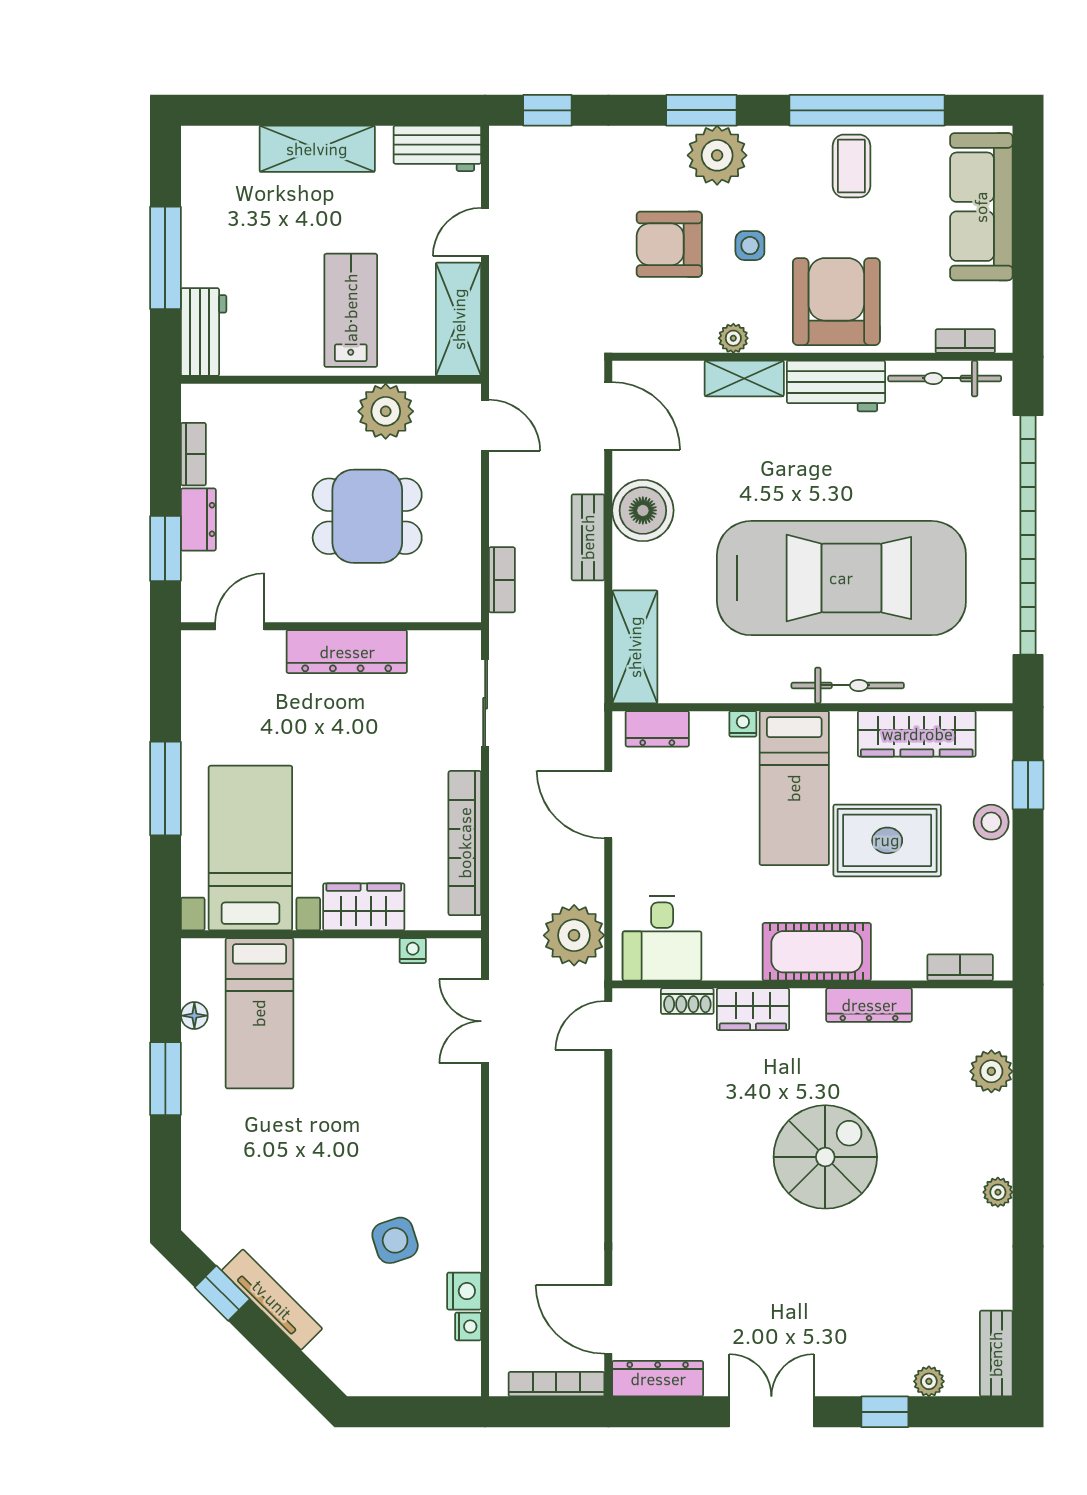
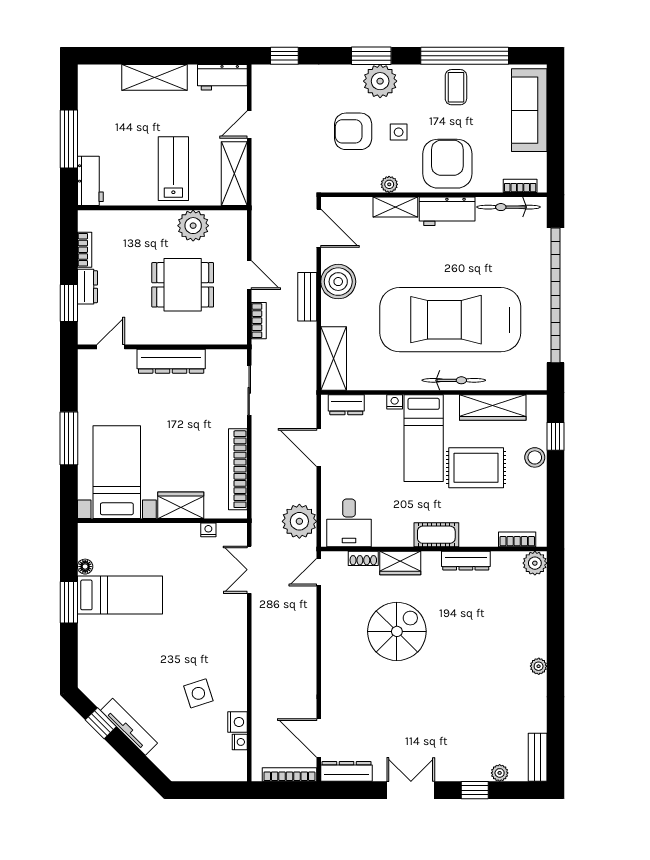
door: (485, 425) -> (249, 275), moved
car: (841, 578) -> (450, 320), turned 180
cot: (817, 952) -> (436, 535), width x0.73, depth x0.75
bed: (259, 1013) -> (120, 595), moved, turned -90
plant: (991, 1071) -> (535, 563), moved
spiral stairs: (825, 1157) -> (397, 631), moved

